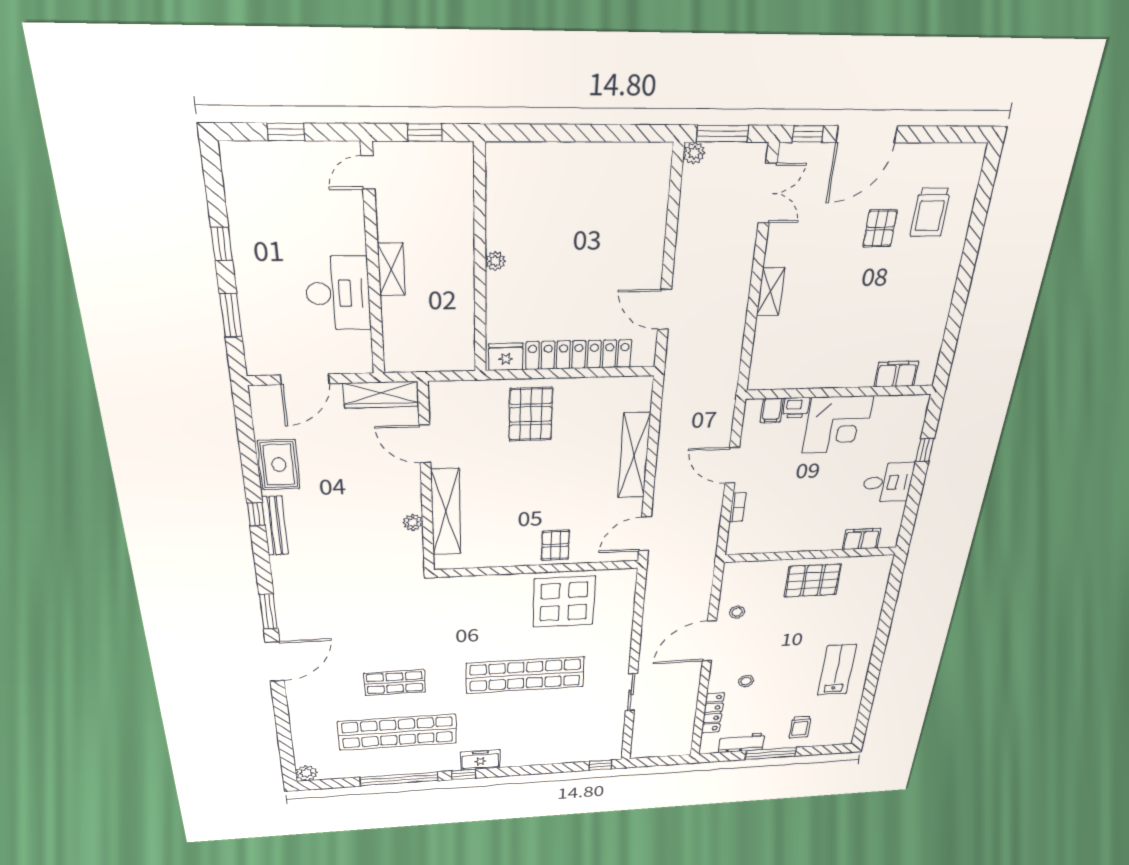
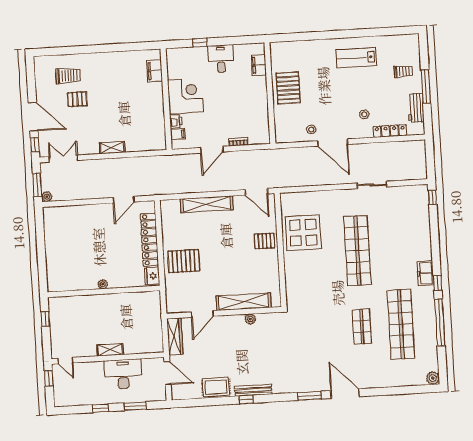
door: (368, 173) -> (65, 361), moved
wall: (373, 263) -> (108, 358), moved
shelving: (391, 269) -> (110, 350), moved
desk: (338, 293) -> (123, 374), moved

